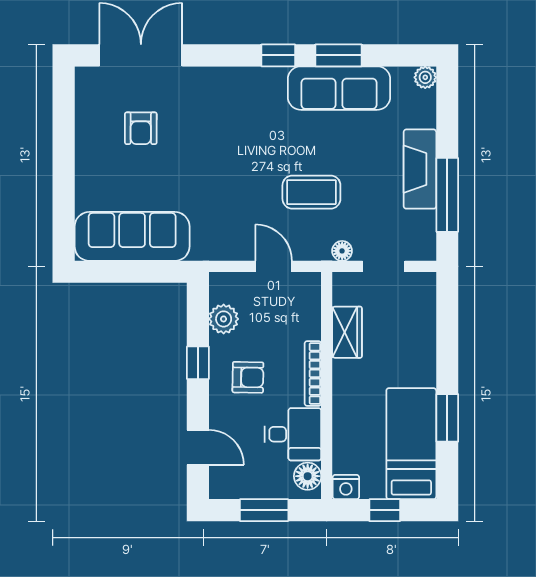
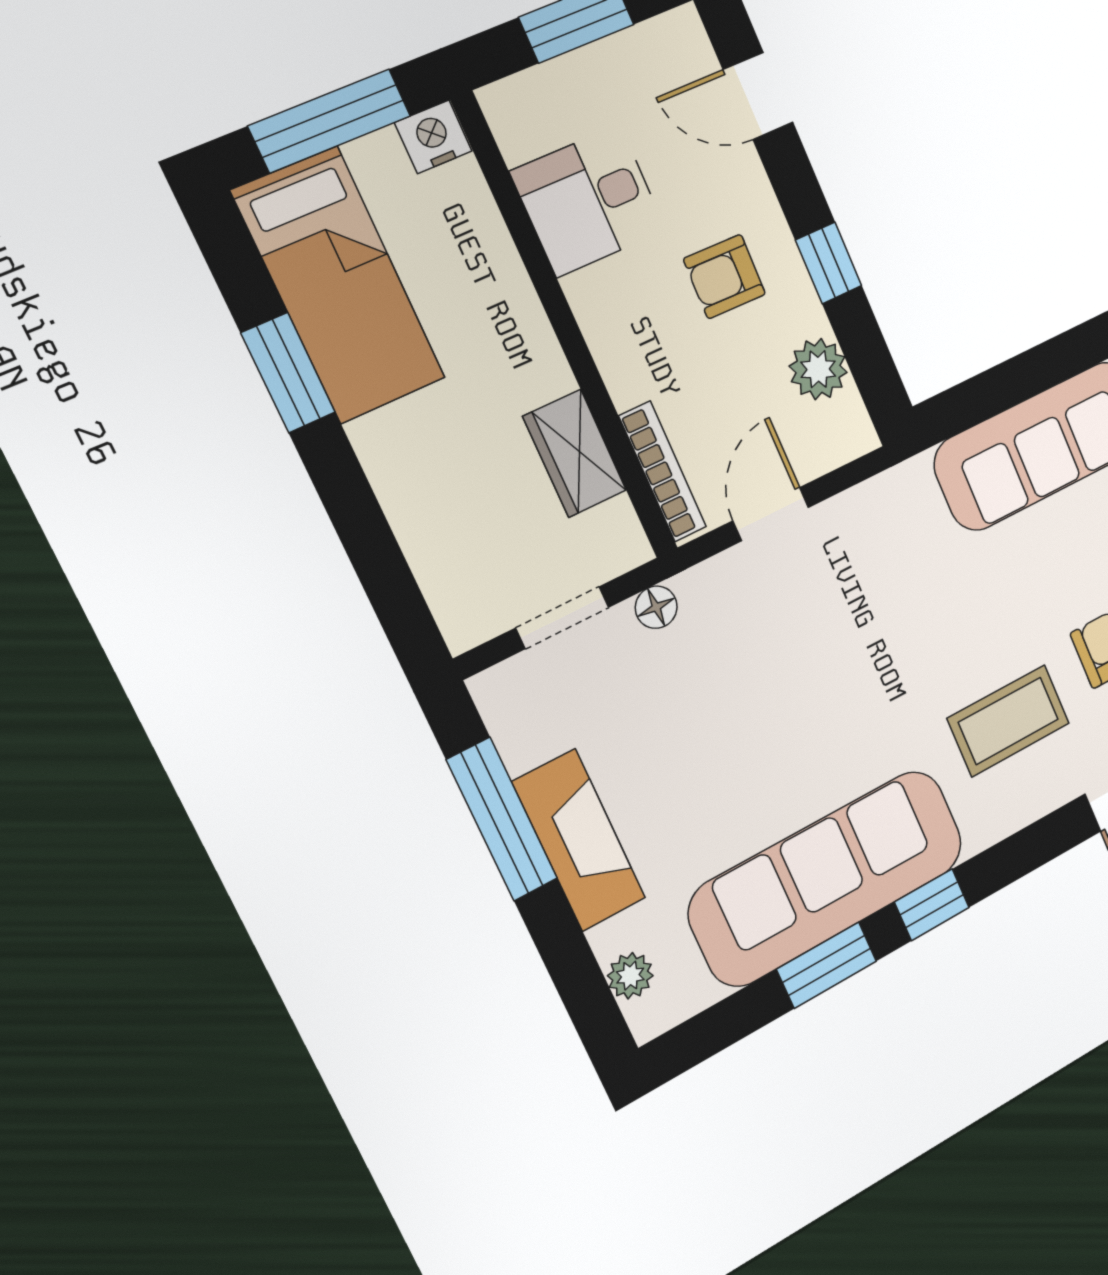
plant: (425, 77) -> (630, 976), moved
sofa: (339, 88) -> (827, 878), width x1.36, depth x1.27
coffee table: (311, 192) -> (1008, 721), moved
door: (274, 266) -> (771, 514), swing flipped
bookcase: (313, 373) -> (663, 472), moved
floor lamp: (308, 476) -> (521, 127), removed
window: (385, 510) -> (330, 121), width x2.17

